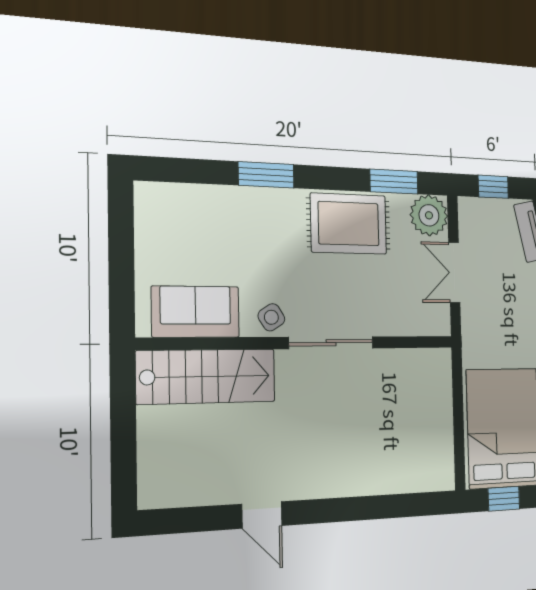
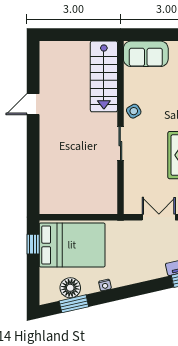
sofa: (196, 312) -> (146, 54), moved, turned 90
sliding door: (331, 343) -> (120, 144), width x0.73

